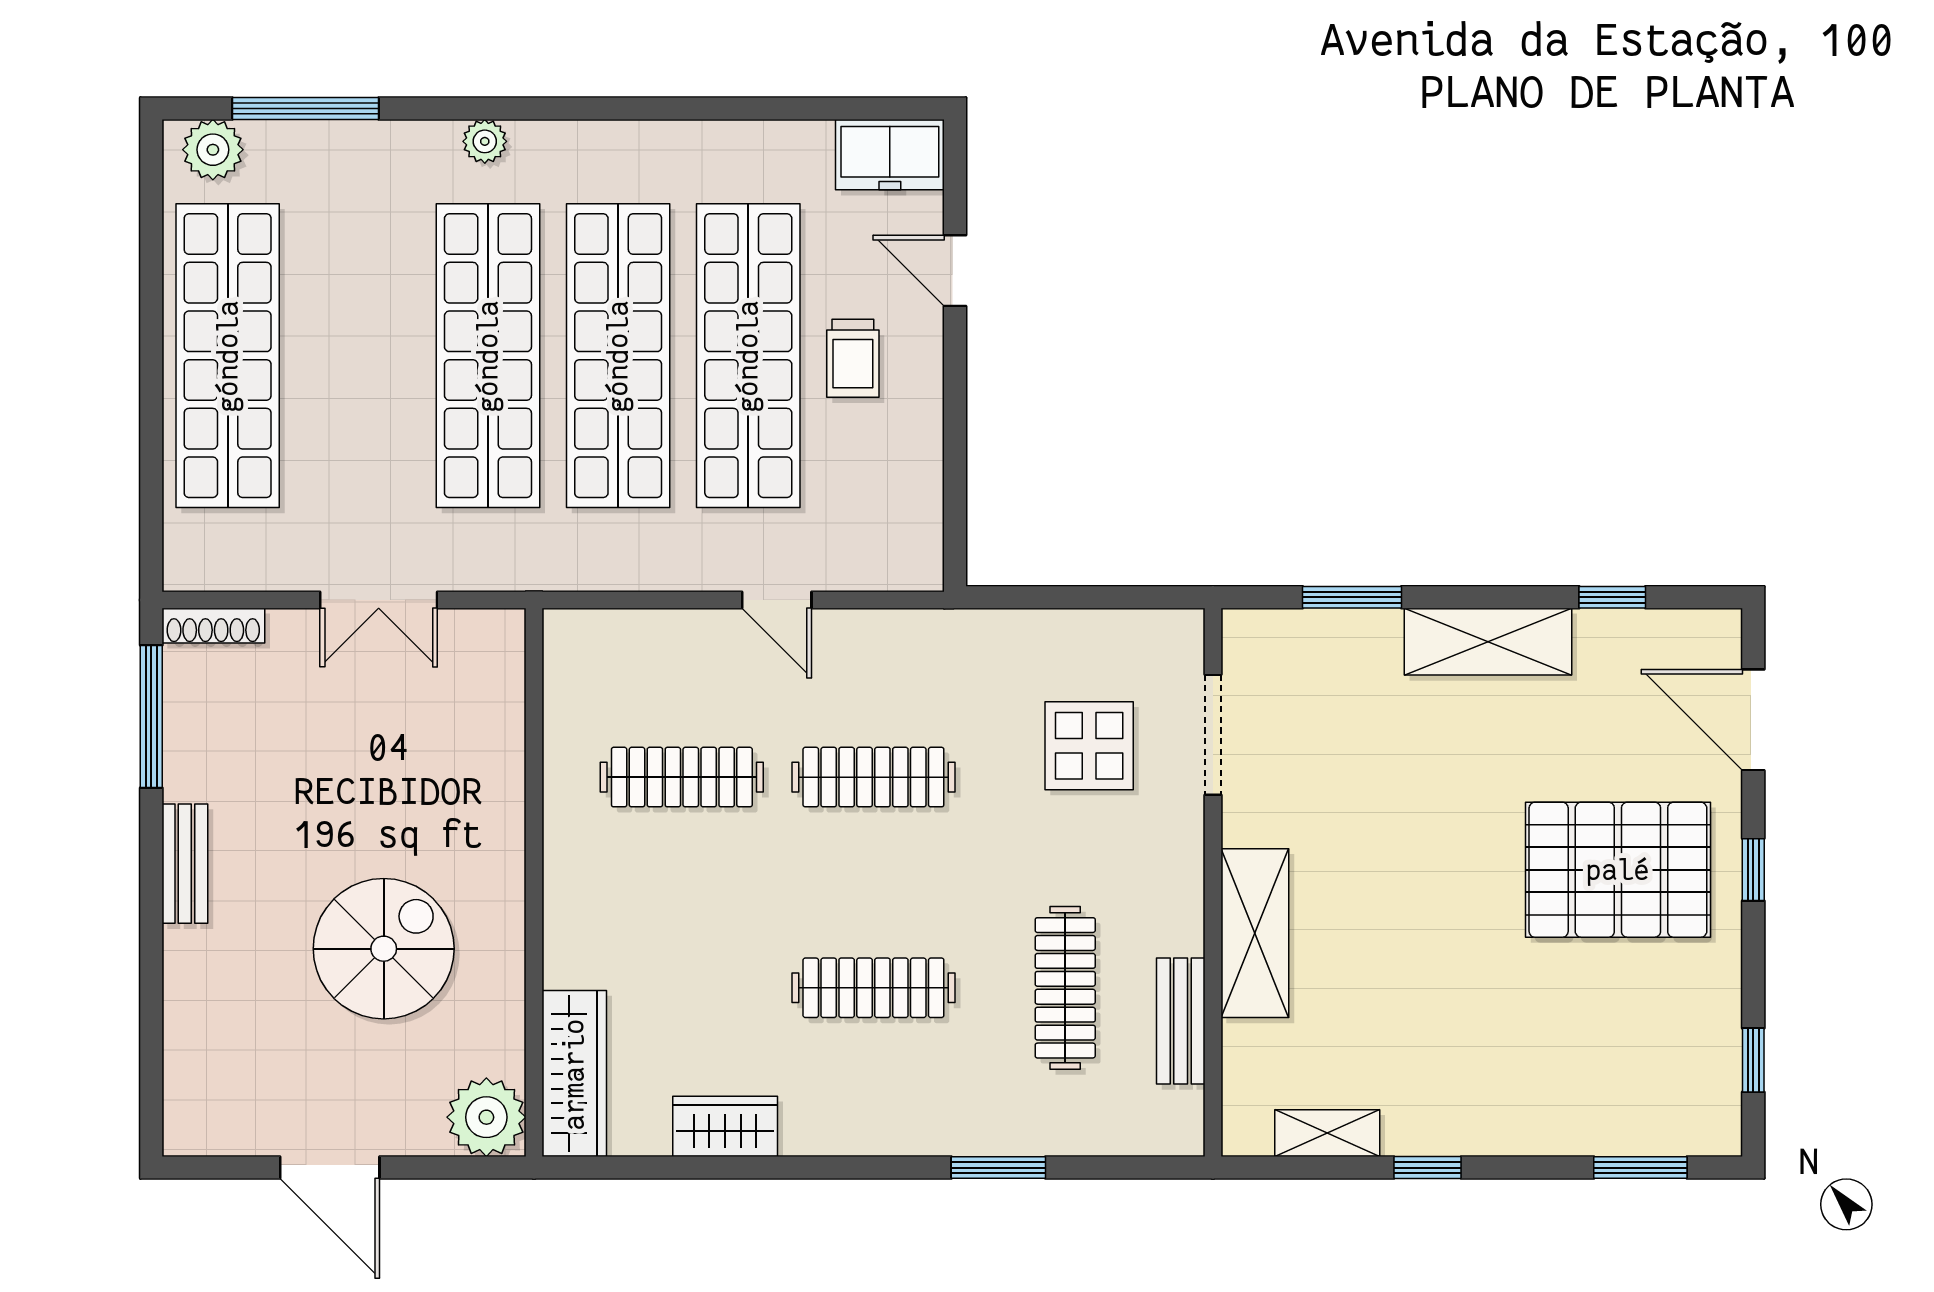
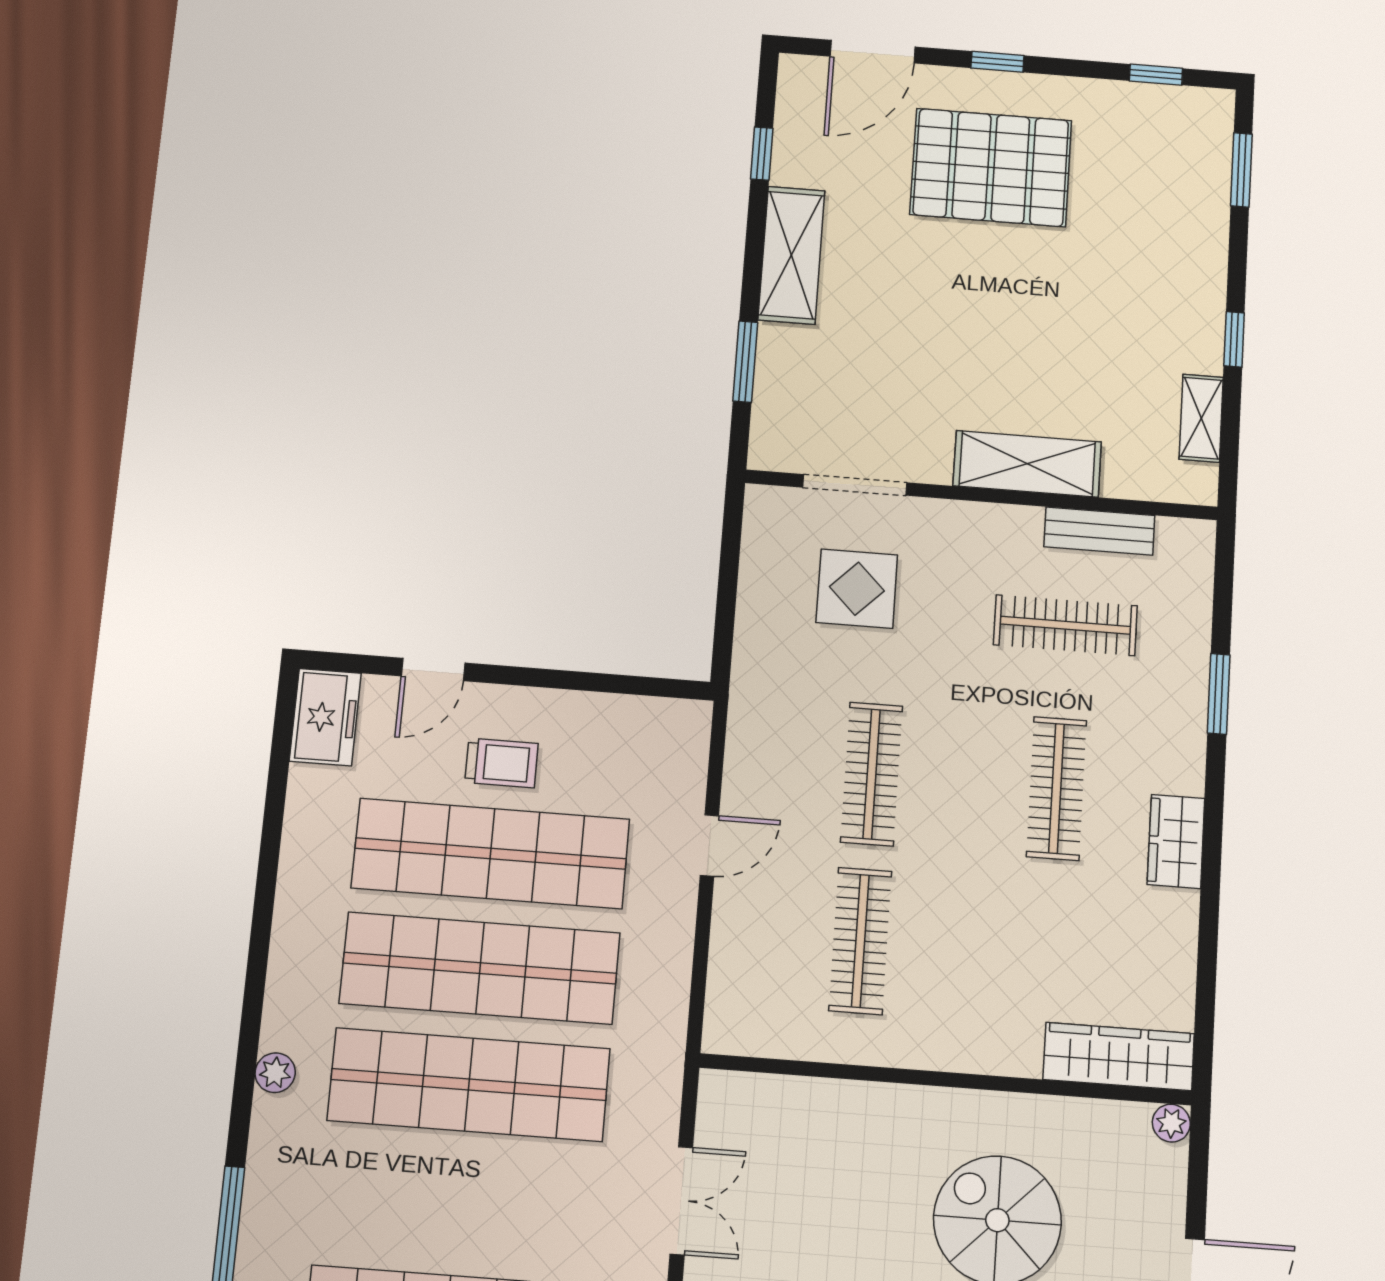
pallet: (1618, 870) -> (991, 167), turned 90
plant: (486, 1117) -> (1171, 1123), width x0.53, depth x0.53
wardrobe: (725, 1126) -> (1176, 841), moved

